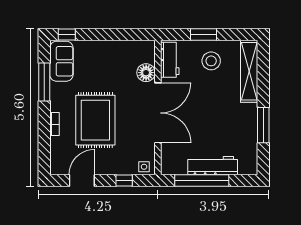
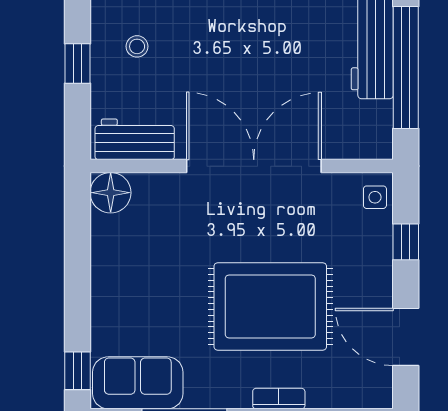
window: (204, 34) -> (78, 63), width x0.67
stool: (211, 61) -> (137, 46), width x0.53, depth x0.53
floor lamp: (146, 73) -> (111, 193), moved

